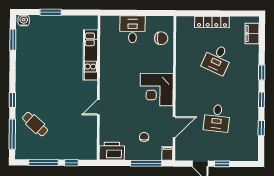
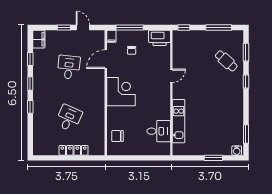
desk: (132, 29) -> (159, 131), moved, turned -90
filing cabinet: (252, 34) -> (39, 39), moved
window: (12, 134) -> (246, 52), width x0.69
window: (71, 163) -> (184, 28), moved

